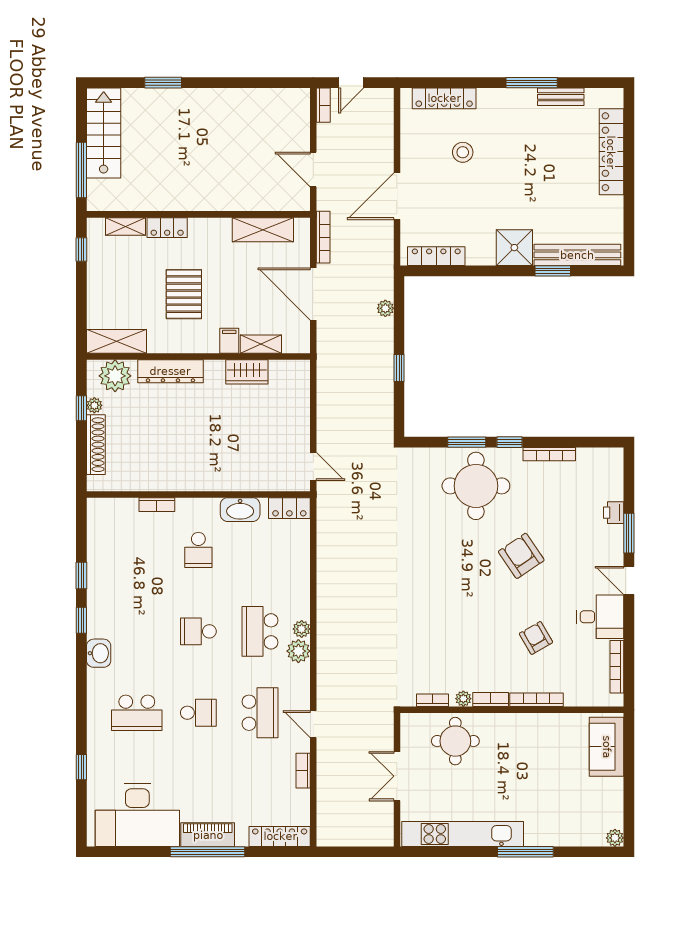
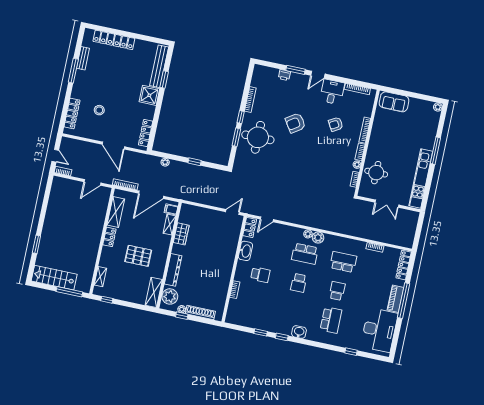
locker: (167, 228) -> (109, 237), moved
filing cabinet: (229, 341) -> (171, 209), moved
door: (313, 724) -> (267, 219), moved

